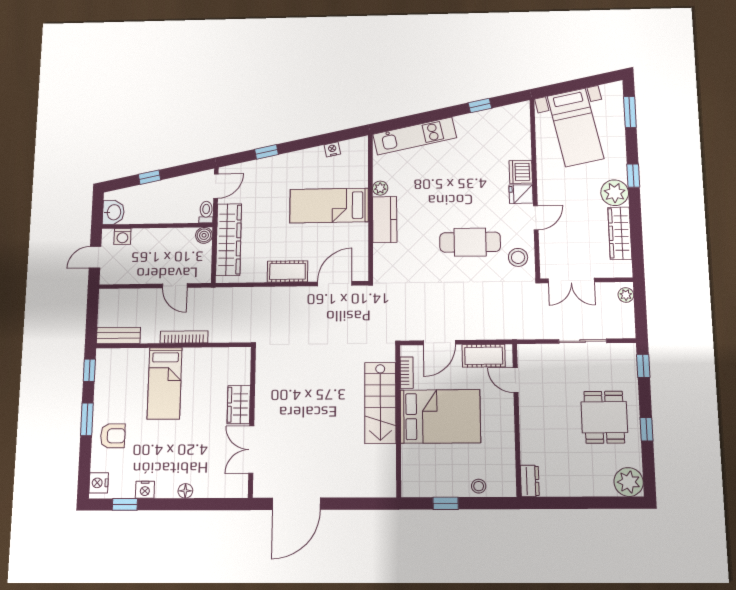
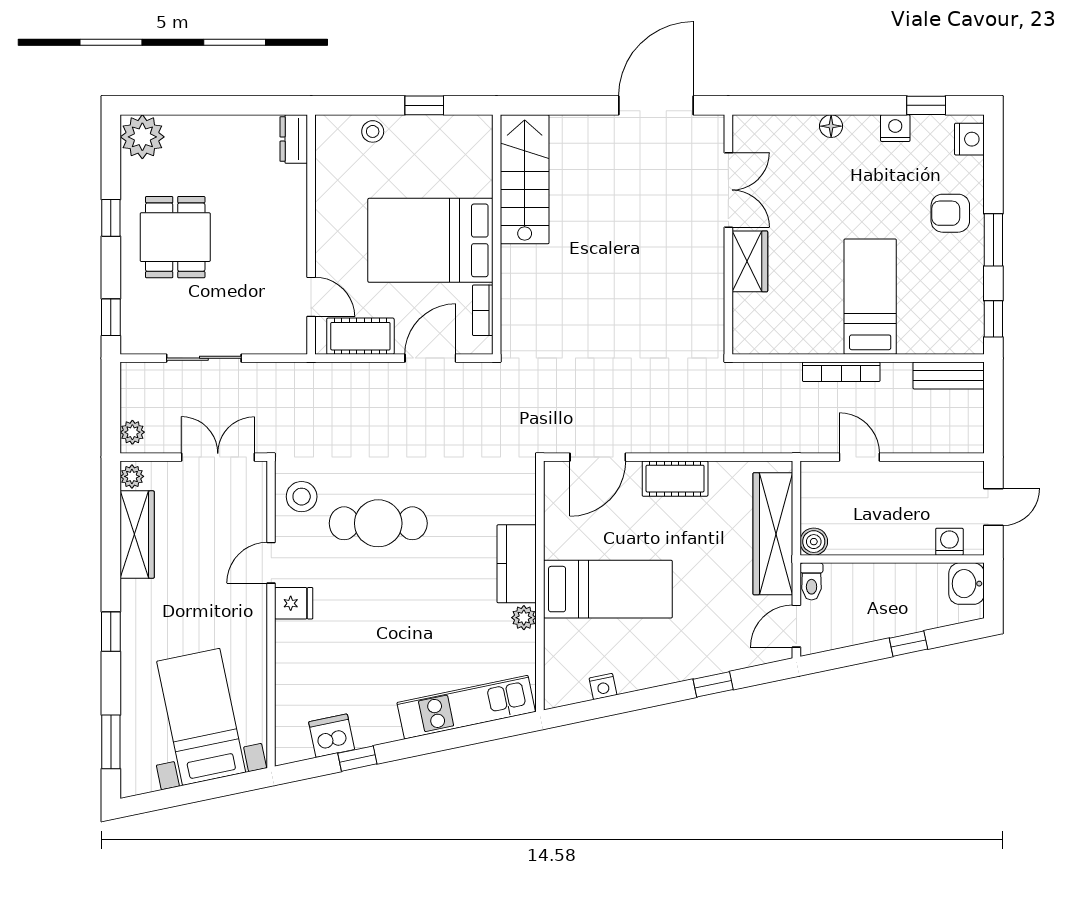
dishwasher: (521, 172) -> (332, 736), moved, turned -102
plant: (615, 193) -> (132, 476), moved, width x0.53, depth x0.53
stairs: (380, 403) -> (525, 179), moved

